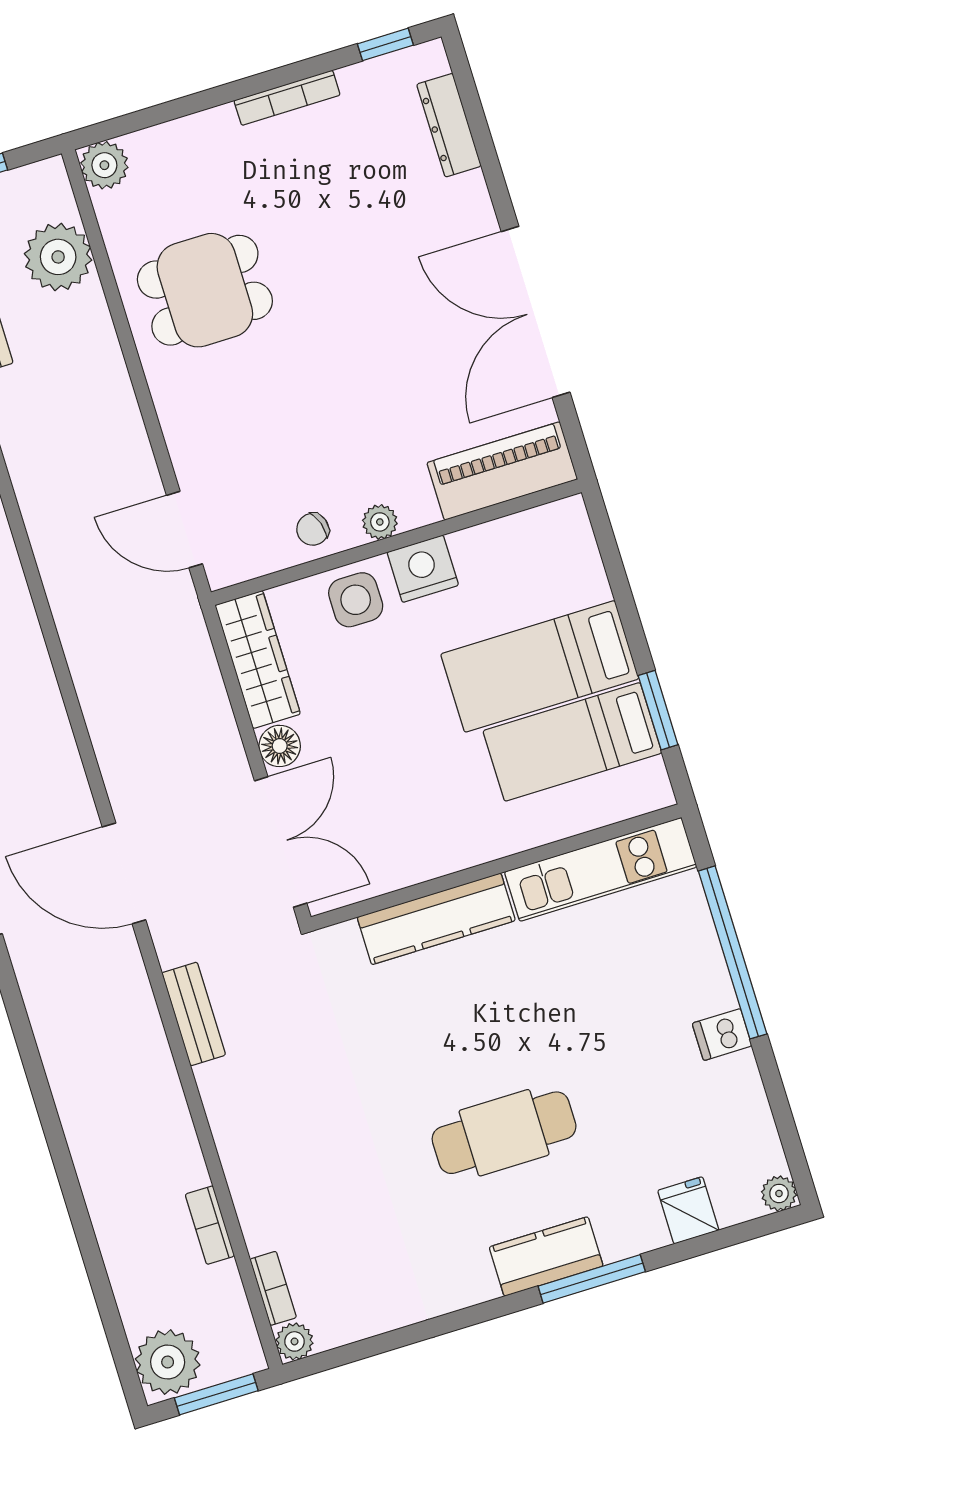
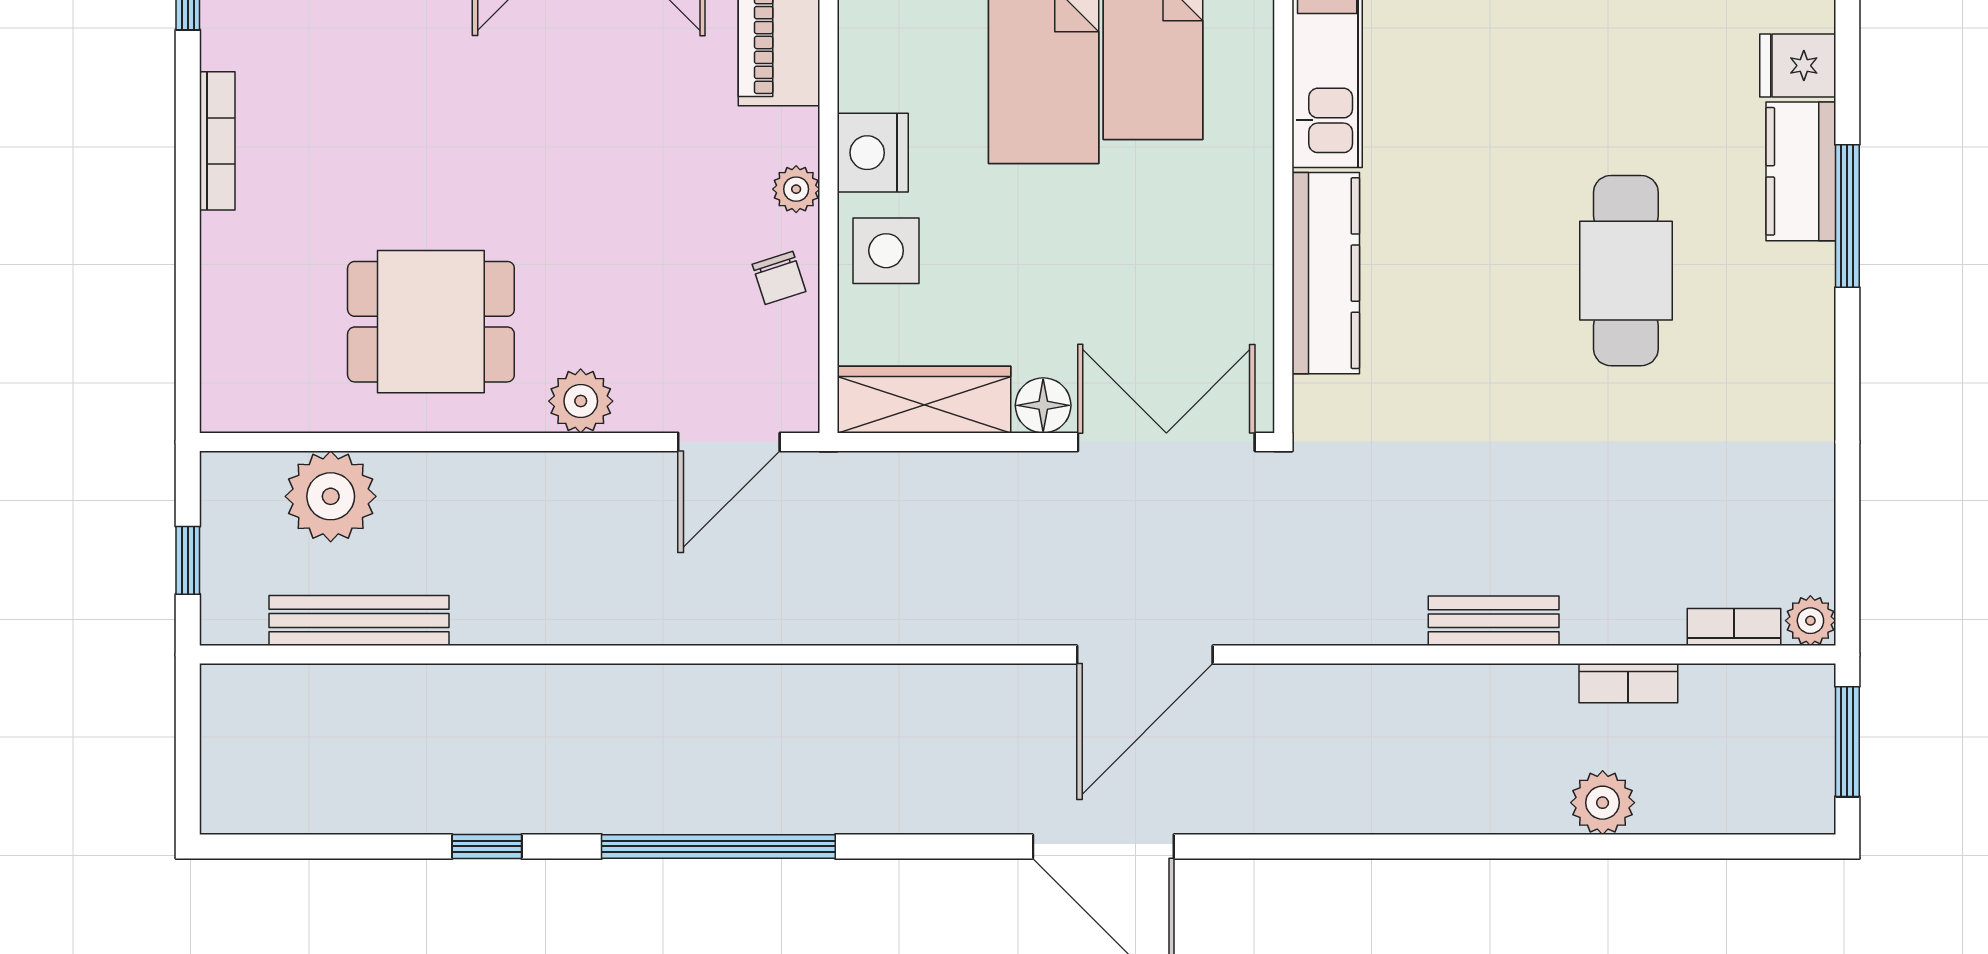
plant: (104, 165) -> (581, 401), moved
dining table: (205, 290) -> (431, 322), turned 90
bench: (194, 1014) -> (1494, 621), moved
kitchen counter: (546, 1256) -> (1801, 171), moved
plant: (168, 1362) -> (1603, 803), moved, width x0.73, depth x0.73

